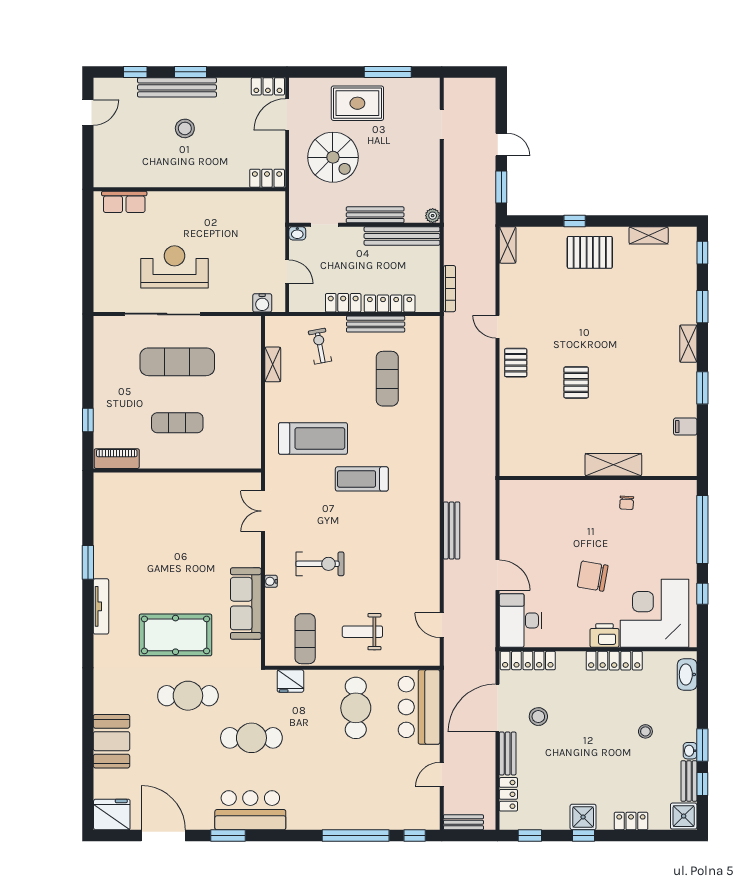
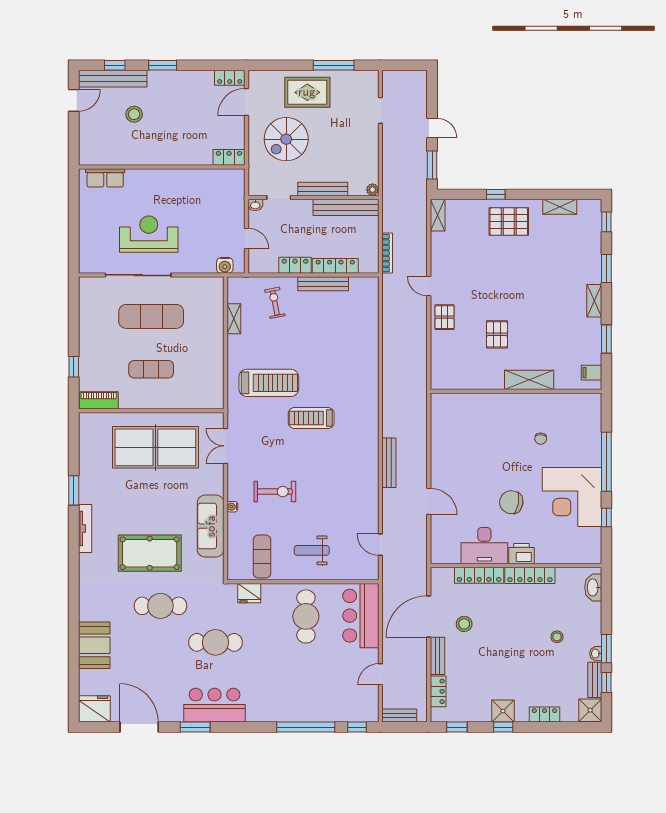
bench: (177, 87) -> (113, 79), moved
stool: (185, 128) -> (134, 114), moved
spiral stairs: (333, 157) -> (286, 139), turned 90
exercise mat: (387, 379) -> (333, 331), removed
shelving: (613, 465) -> (529, 380), moved
wall: (598, 478) -> (516, 391), moved
table tennis table: (182, 513) -> (155, 447), added
corner desk: (655, 613) -> (572, 497), moved, turned -90
desk: (521, 620) -> (484, 546), moved, turned -90
locker: (528, 660) -> (479, 575), moved

